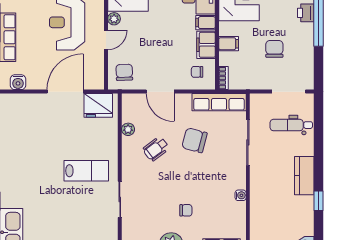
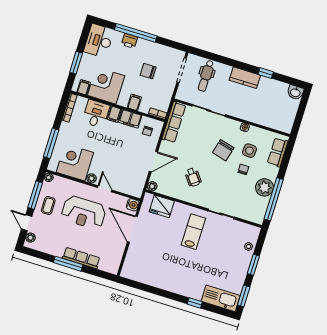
chair: (124, 72) -> (132, 183), removed
water cooler: (18, 82) -> (133, 205), moved
fridge: (98, 105) -> (162, 206), moved, turned 90
plant: (128, 129) -> (152, 186), moved
chair: (194, 140) -> (223, 150), moved
side table: (212, 211) -> (249, 151), added

